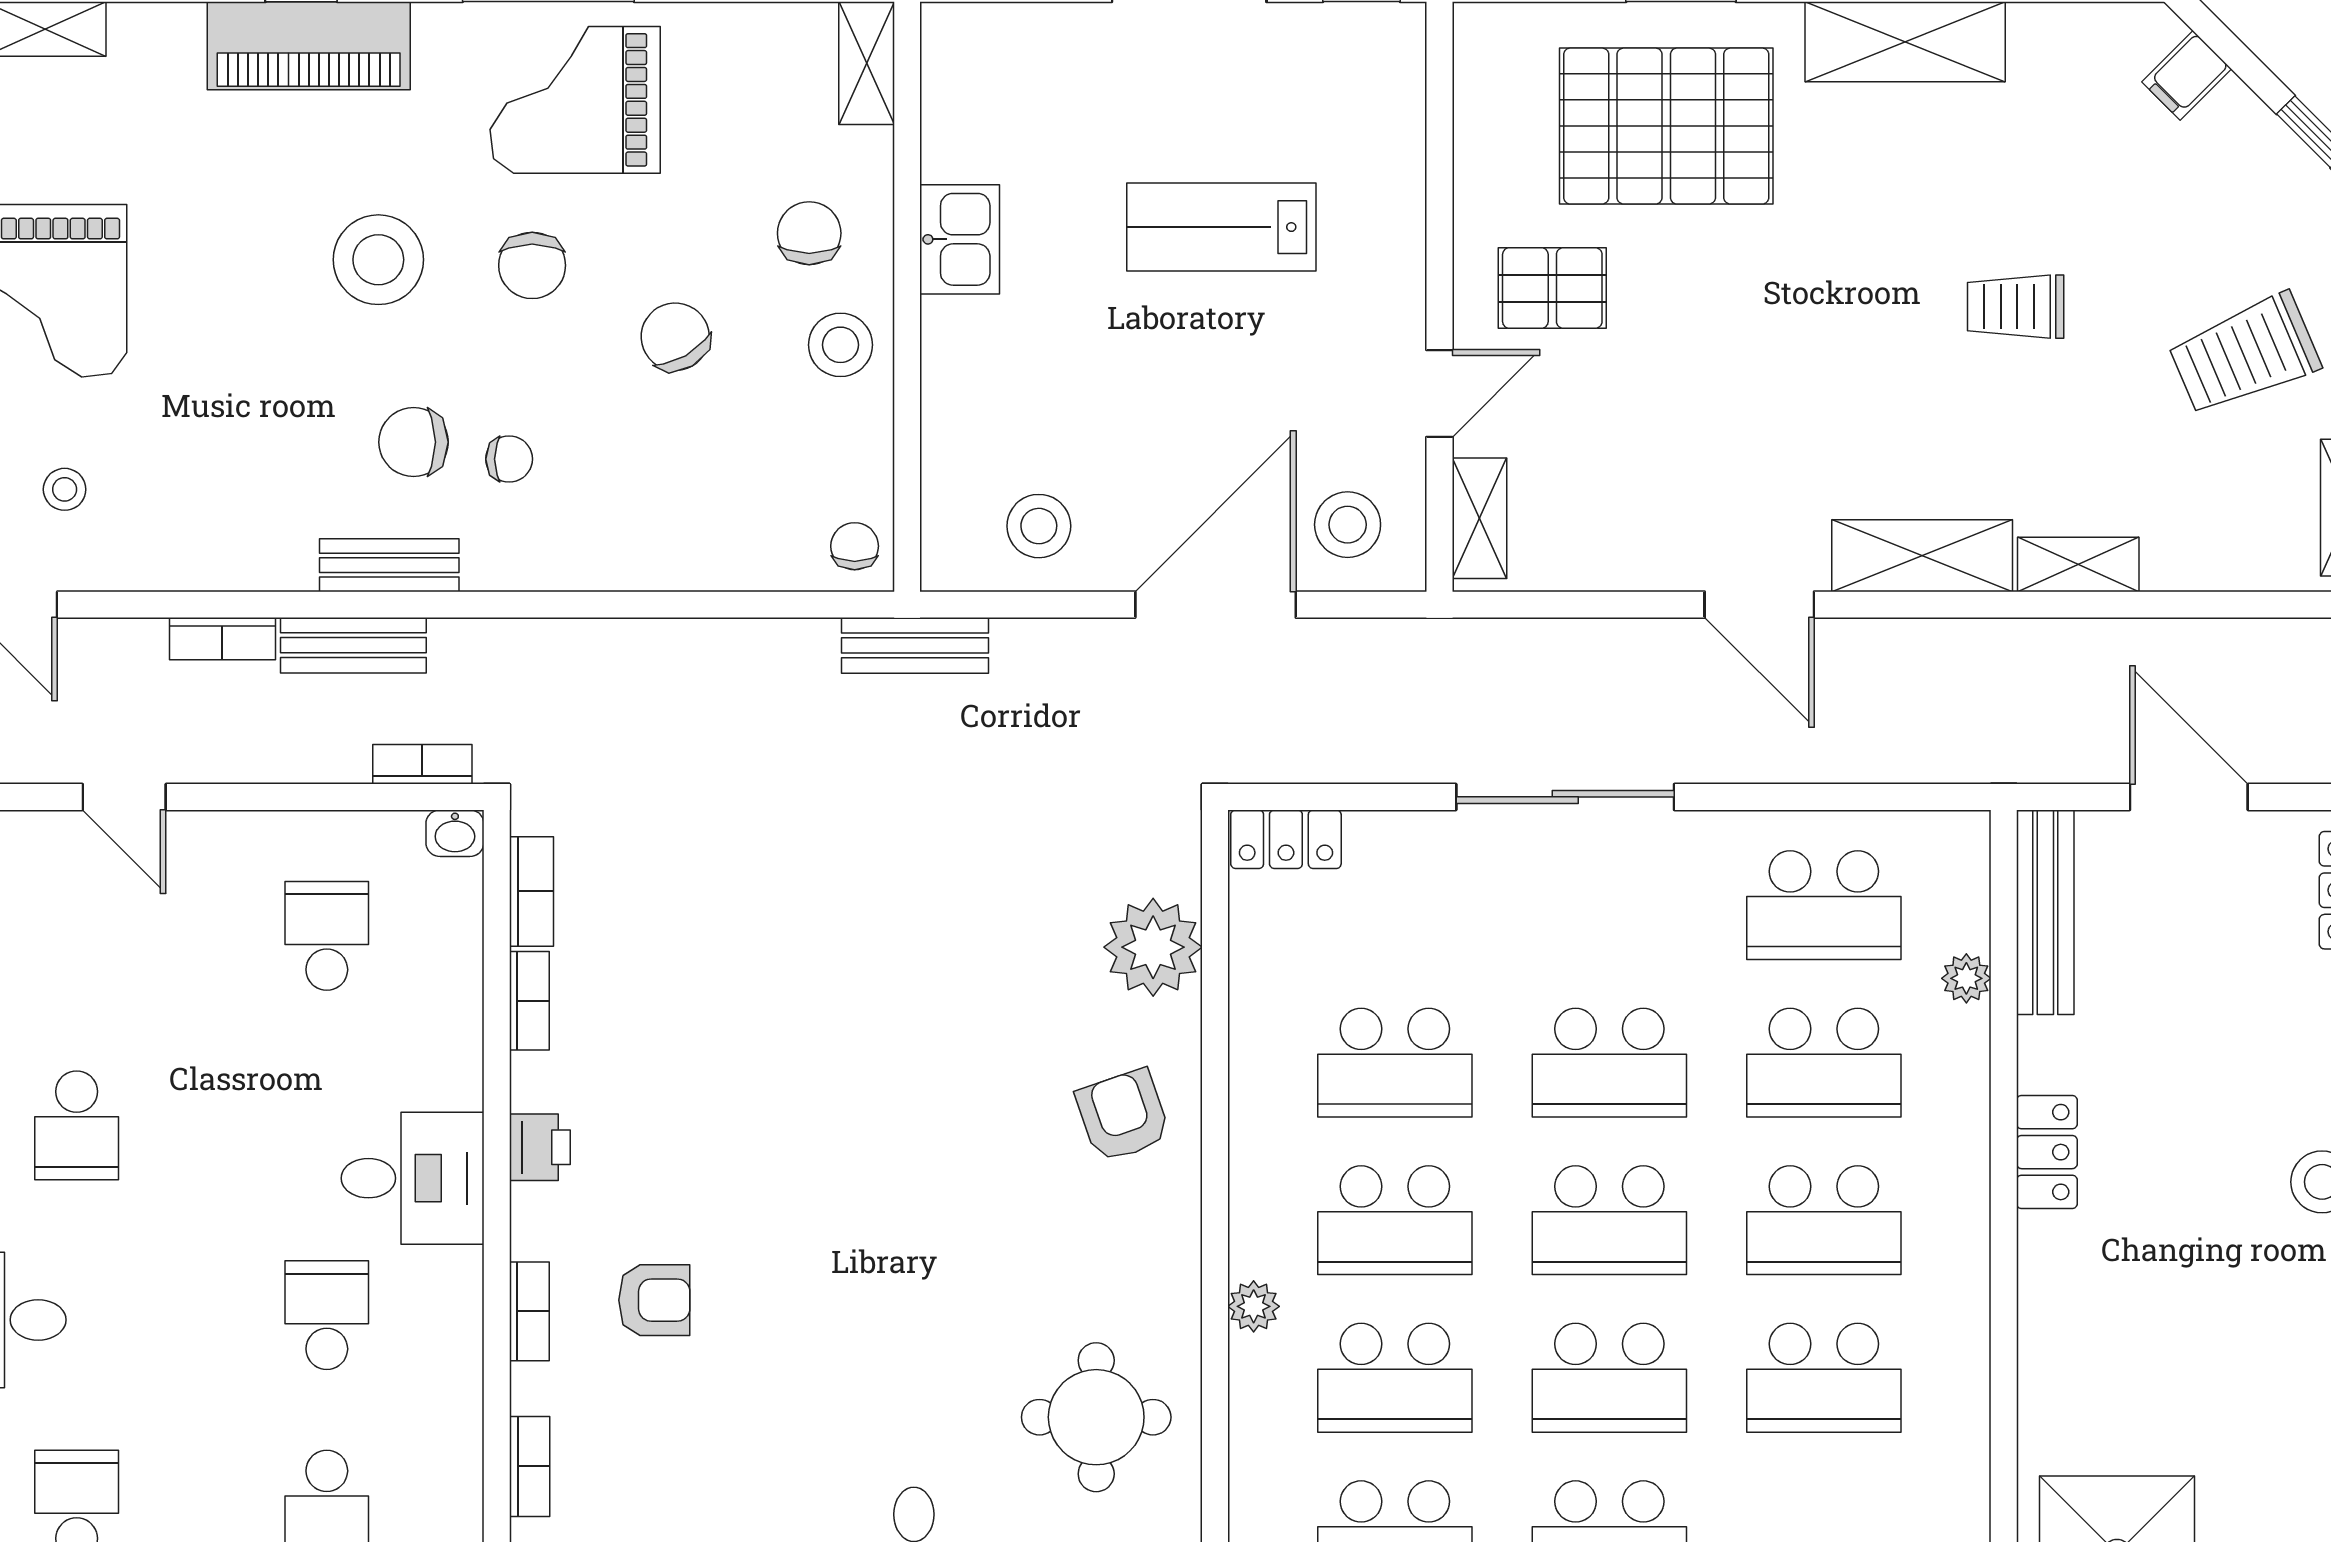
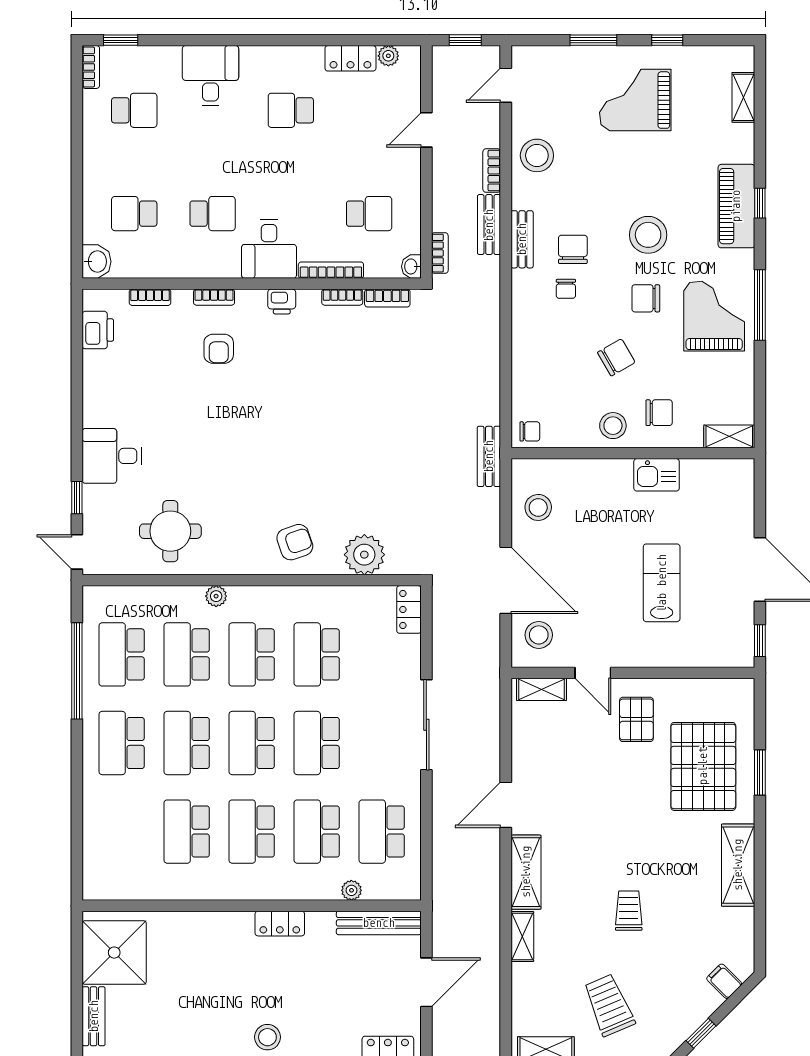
stool: (65, 489) -> (537, 155), moved, width x1.89, depth x1.89
bookcase: (464, 1028) -> (331, 270), added

